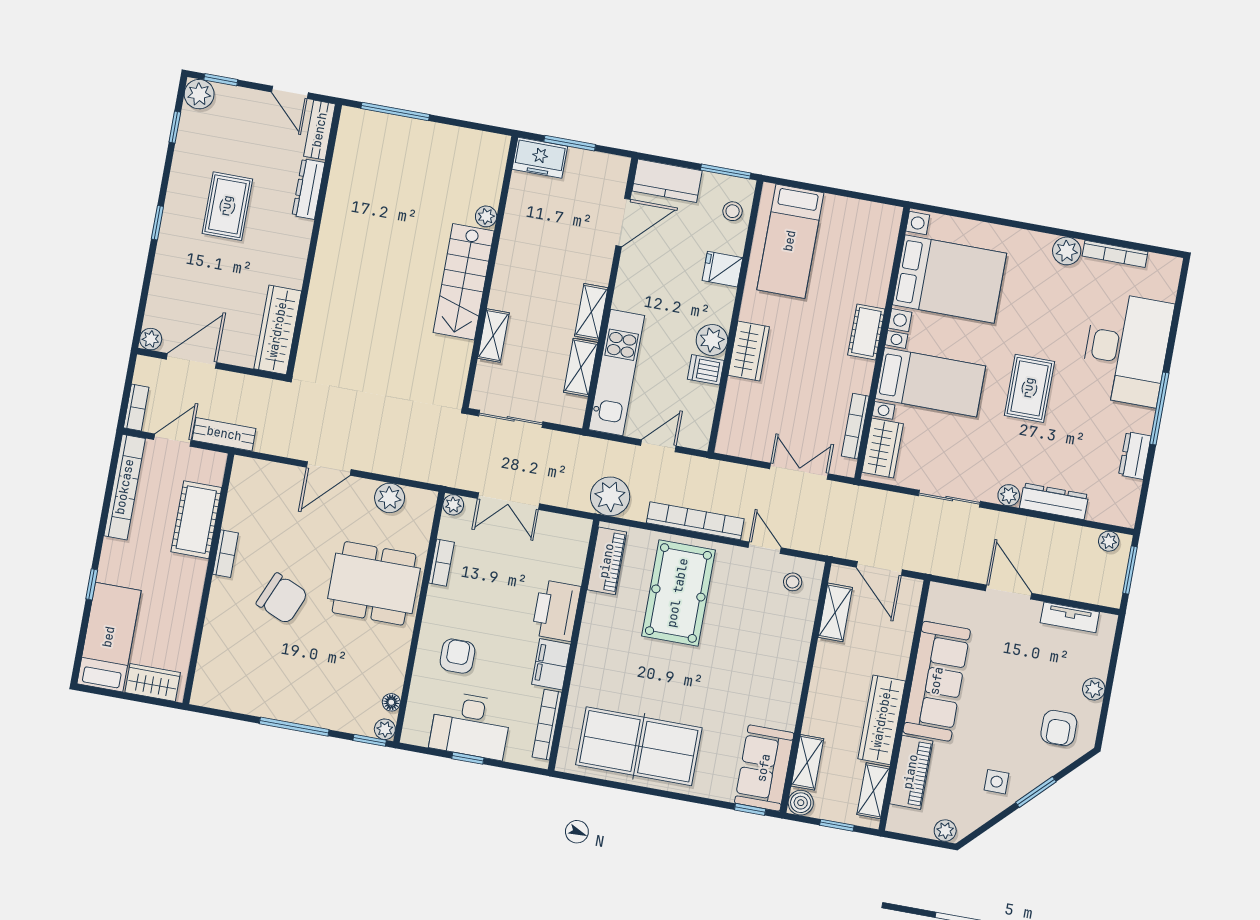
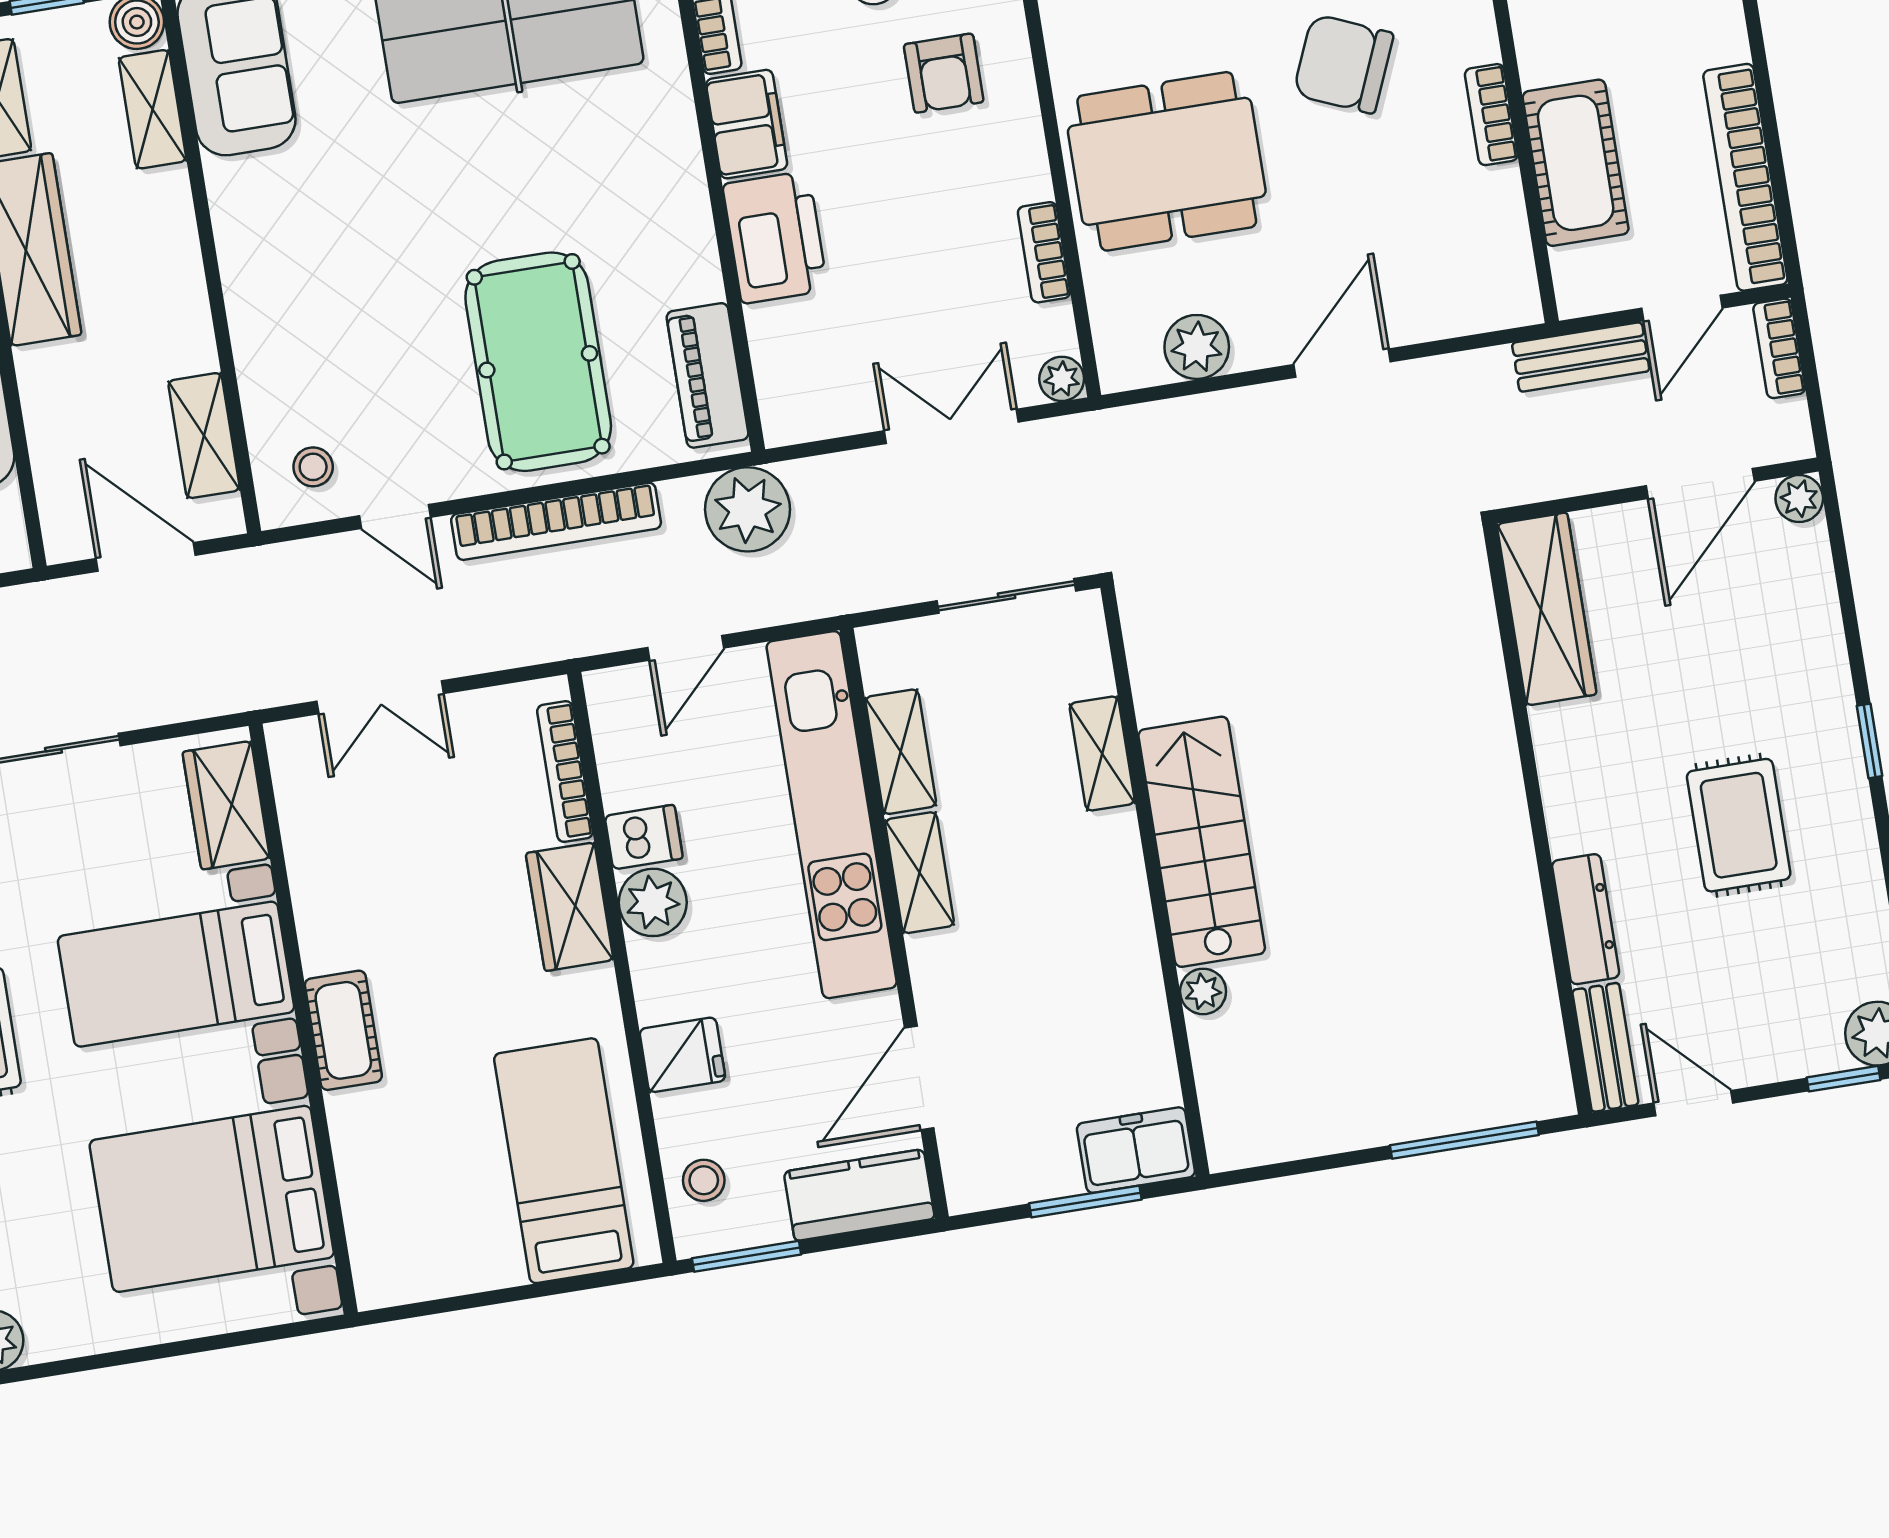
kitchen unit: (617, 373) -> (832, 815), width x1.36
bookcase: (855, 426) -> (565, 771), moved, turned 180

